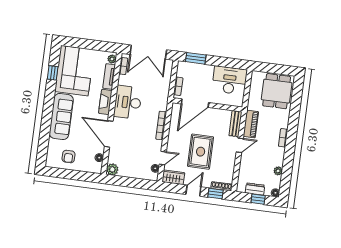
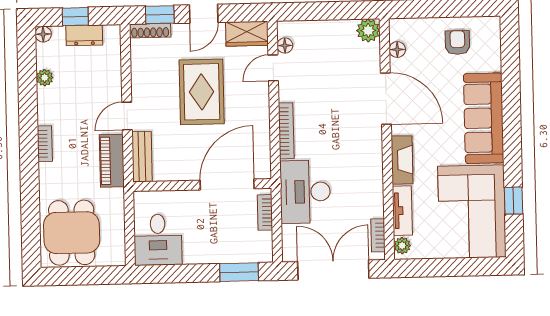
desk: (229, 80) -> (158, 240), width x0.73
desk: (128, 102) -> (305, 192), moved, turned 180

